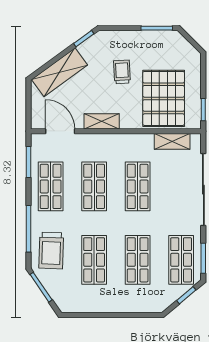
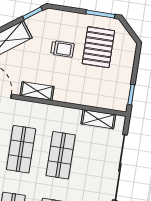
trolley: (122, 72) -> (62, 49), turned 93
pallet: (164, 98) -> (98, 47), moved, width x0.73, depth x0.71

